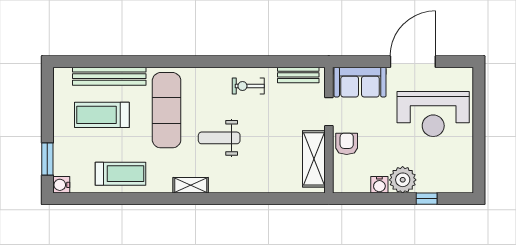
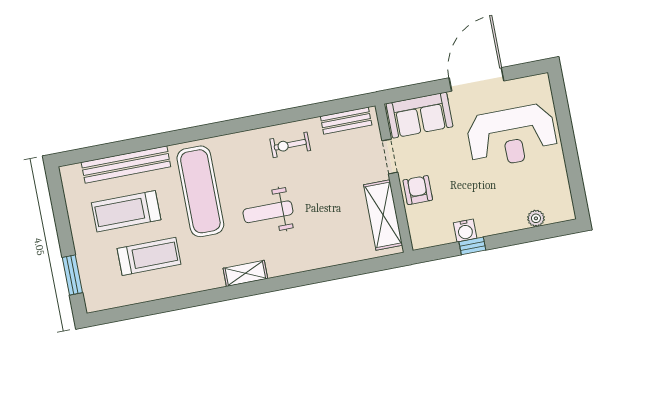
treadmill: (121, 174) -> (149, 256), moved
plant: (403, 180) -> (536, 218), moved, width x0.53, depth x0.53
water cooler: (61, 185) -> (94, 302), removed
window: (427, 199) -> (472, 246), moved

